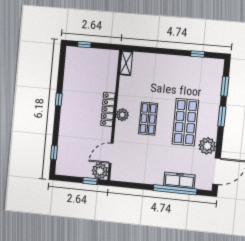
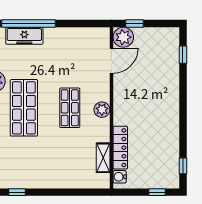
water cooler: (113, 59) -> (120, 177), added
shelving: (126, 63) -> (103, 158), moved
window: (59, 99) -> (183, 166), moved
locker: (108, 109) -> (120, 148), moved

